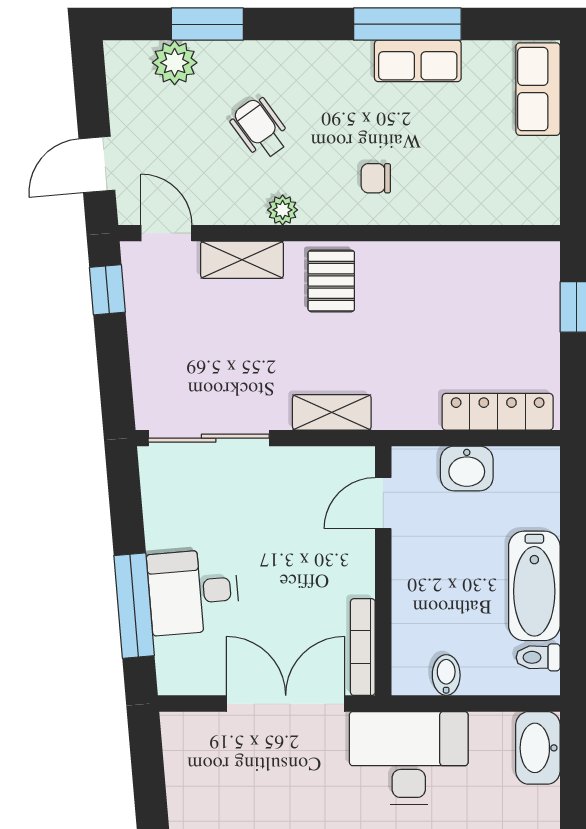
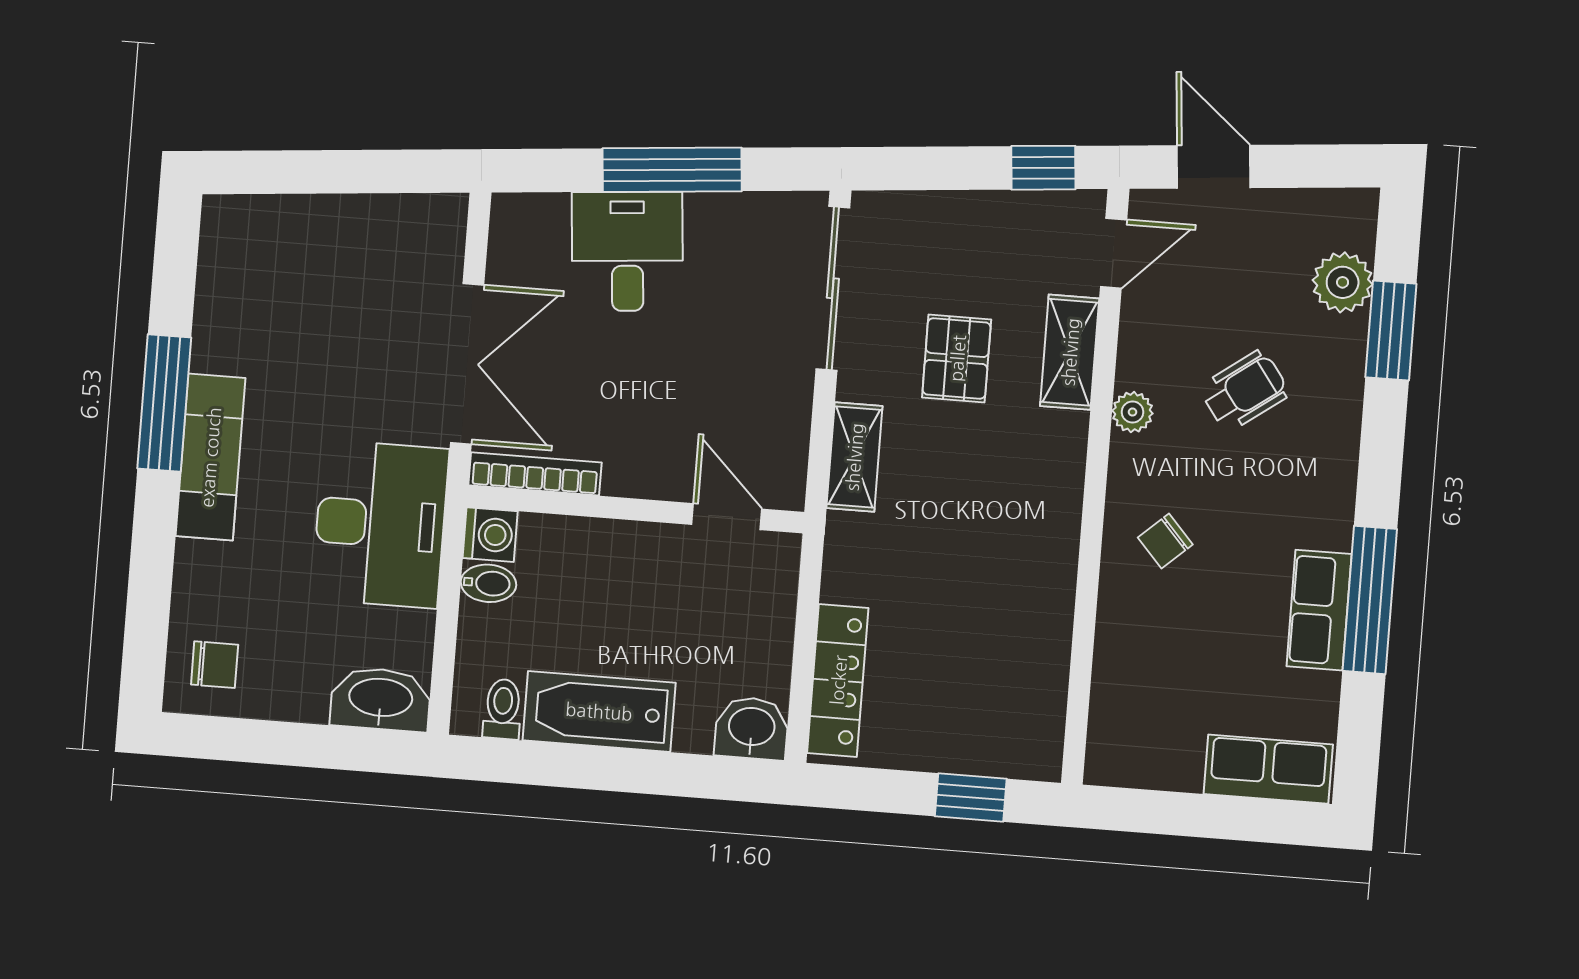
chair: (376, 178) -> (1165, 541), turned -132
pallet: (331, 281) -> (957, 358), moved, turned 90
washbasin: (467, 468) -> (752, 728), moved, turned 90
window: (134, 606) -> (672, 170), moved
washing machine: (410, 677) -> (490, 535), added

